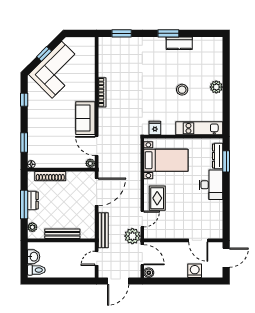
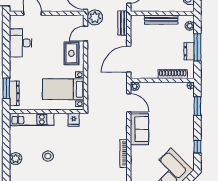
desk: (211, 185) -> (21, 43), moved
bench: (103, 230) -> (123, 23), width x0.73

